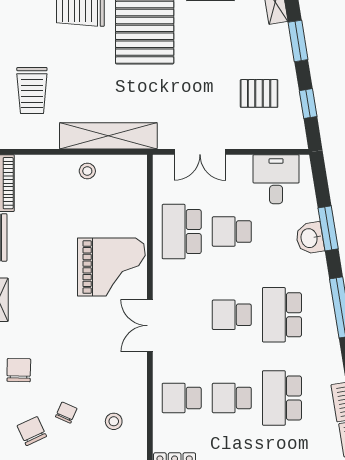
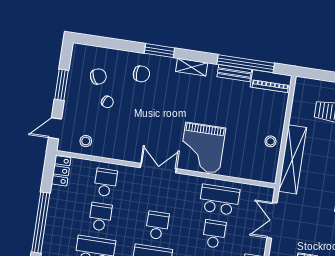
stool: (114, 421) -> (86, 141), moved

